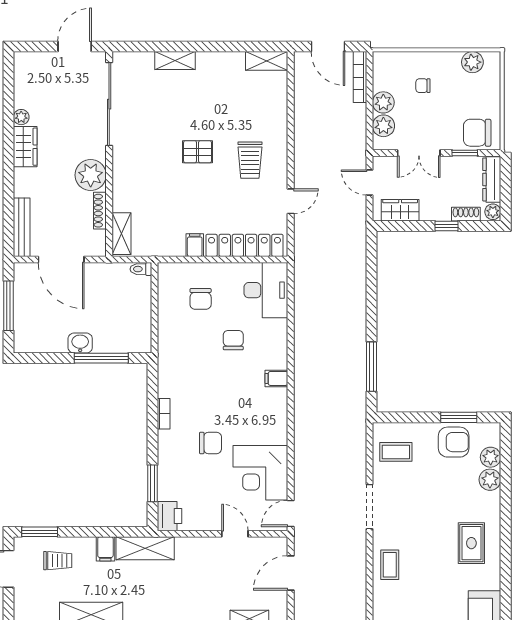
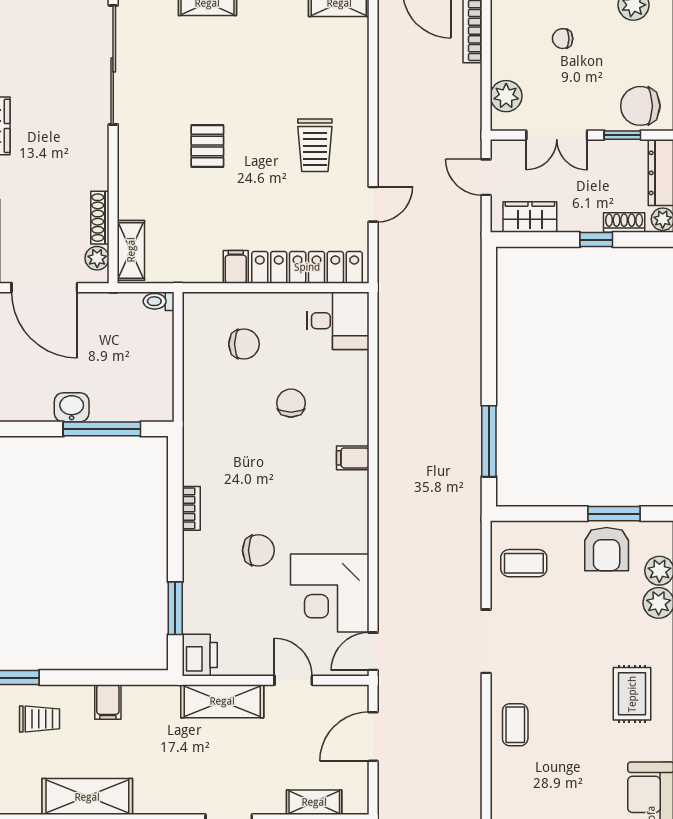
plant: (383, 102) -> (506, 63), removed
pallet: (198, 152) -> (207, 146), moved, turned 90
plant: (91, 175) -> (97, 258), moved, width x0.53, depth x0.53
desk: (266, 290) -> (338, 321), width x0.73
chair: (201, 299) -> (244, 344), turned -90
armchair: (454, 442) -> (607, 549), turned 90
shelving: (145, 548) -> (222, 701), moved

